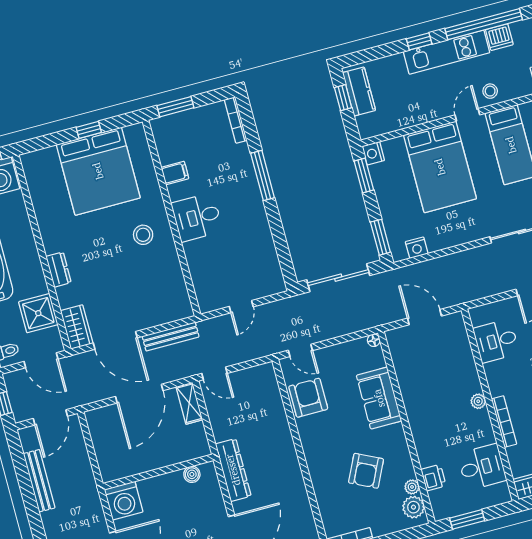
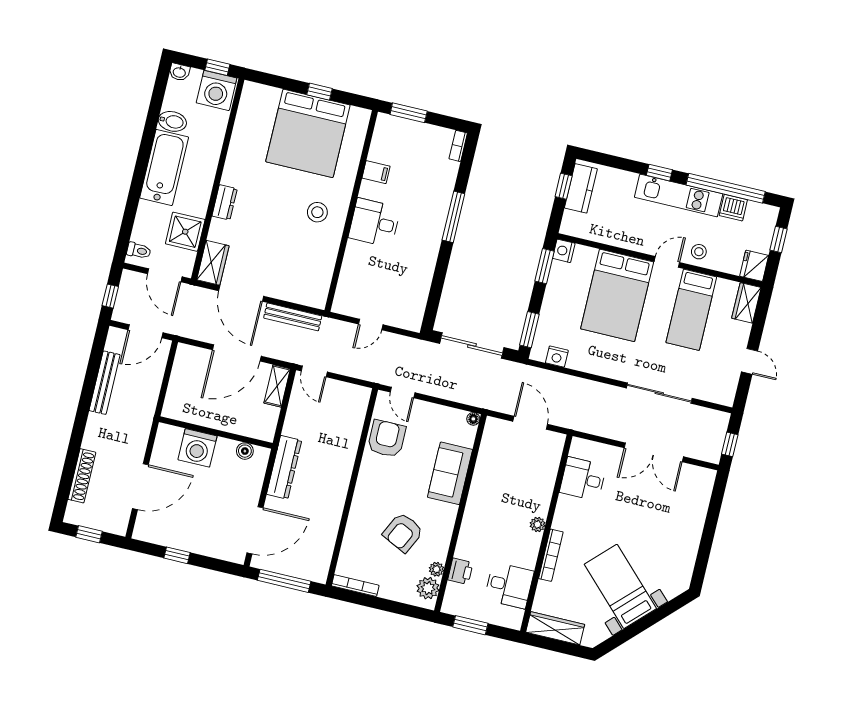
bookcase: (236, 120) -> (458, 146), width x0.64
washing machine: (124, 501) -> (197, 448), moved

